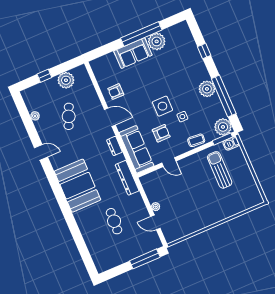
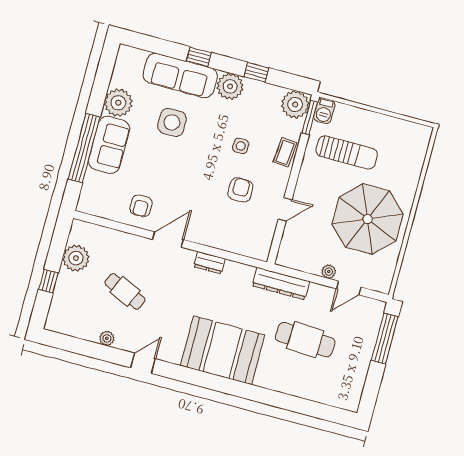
window: (141, 34) -> (84, 148), moved
window: (204, 51) -> (199, 57), moved
window: (224, 96) -> (256, 72), width x0.32
side table: (162, 106) -> (172, 122), moved
plant: (35, 116) -> (107, 338), moved
sofa: (136, 149) -> (180, 75), moved, turned 180
sun lounger: (220, 170) -> (347, 152), turned 180
dresser: (127, 178) -> (281, 284), moved
parasol: (196, 205) -> (368, 219), added
cafe table: (114, 221) -> (305, 340), width x1.37, depth x1.35

